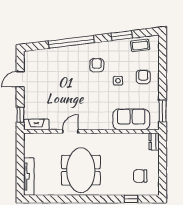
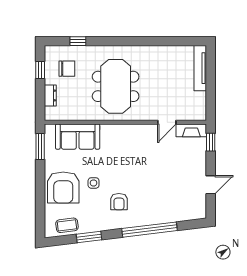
armchair: (143, 77) -> (63, 187), width x1.88, depth x1.88
door: (70, 131) -> (167, 122), moved
dresser: (154, 142) -> (50, 95), moved
meeting table: (81, 170) -> (116, 86), moved
window: (163, 175) -> (40, 70), added

